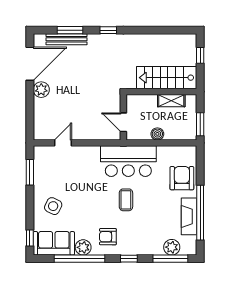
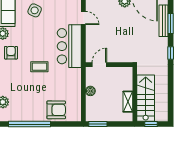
stairs: (167, 78) -> (146, 98), moved
wall: (161, 92) -> (135, 94), moved
shelving: (171, 101) -> (128, 102), moved
bar counter: (128, 161) -> (69, 46), moved
fireplace: (189, 216) -> (27, 115), removed

